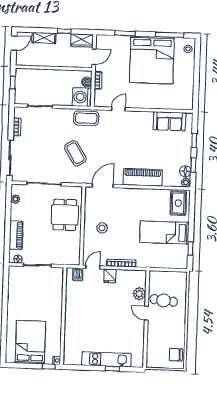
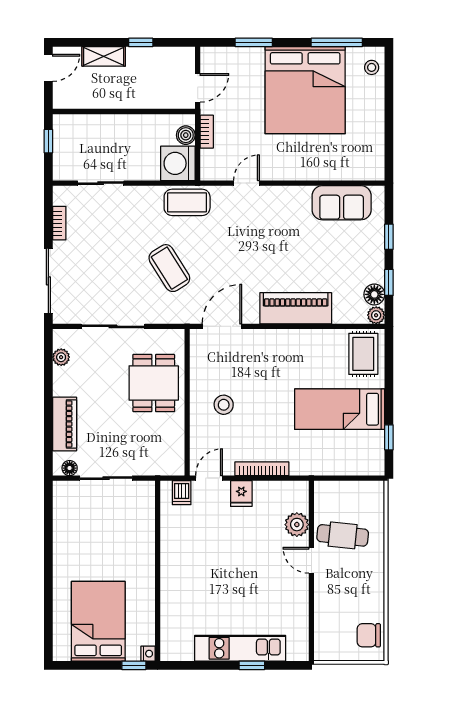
wardrobe: (82, 40) -> (174, 59), removed

